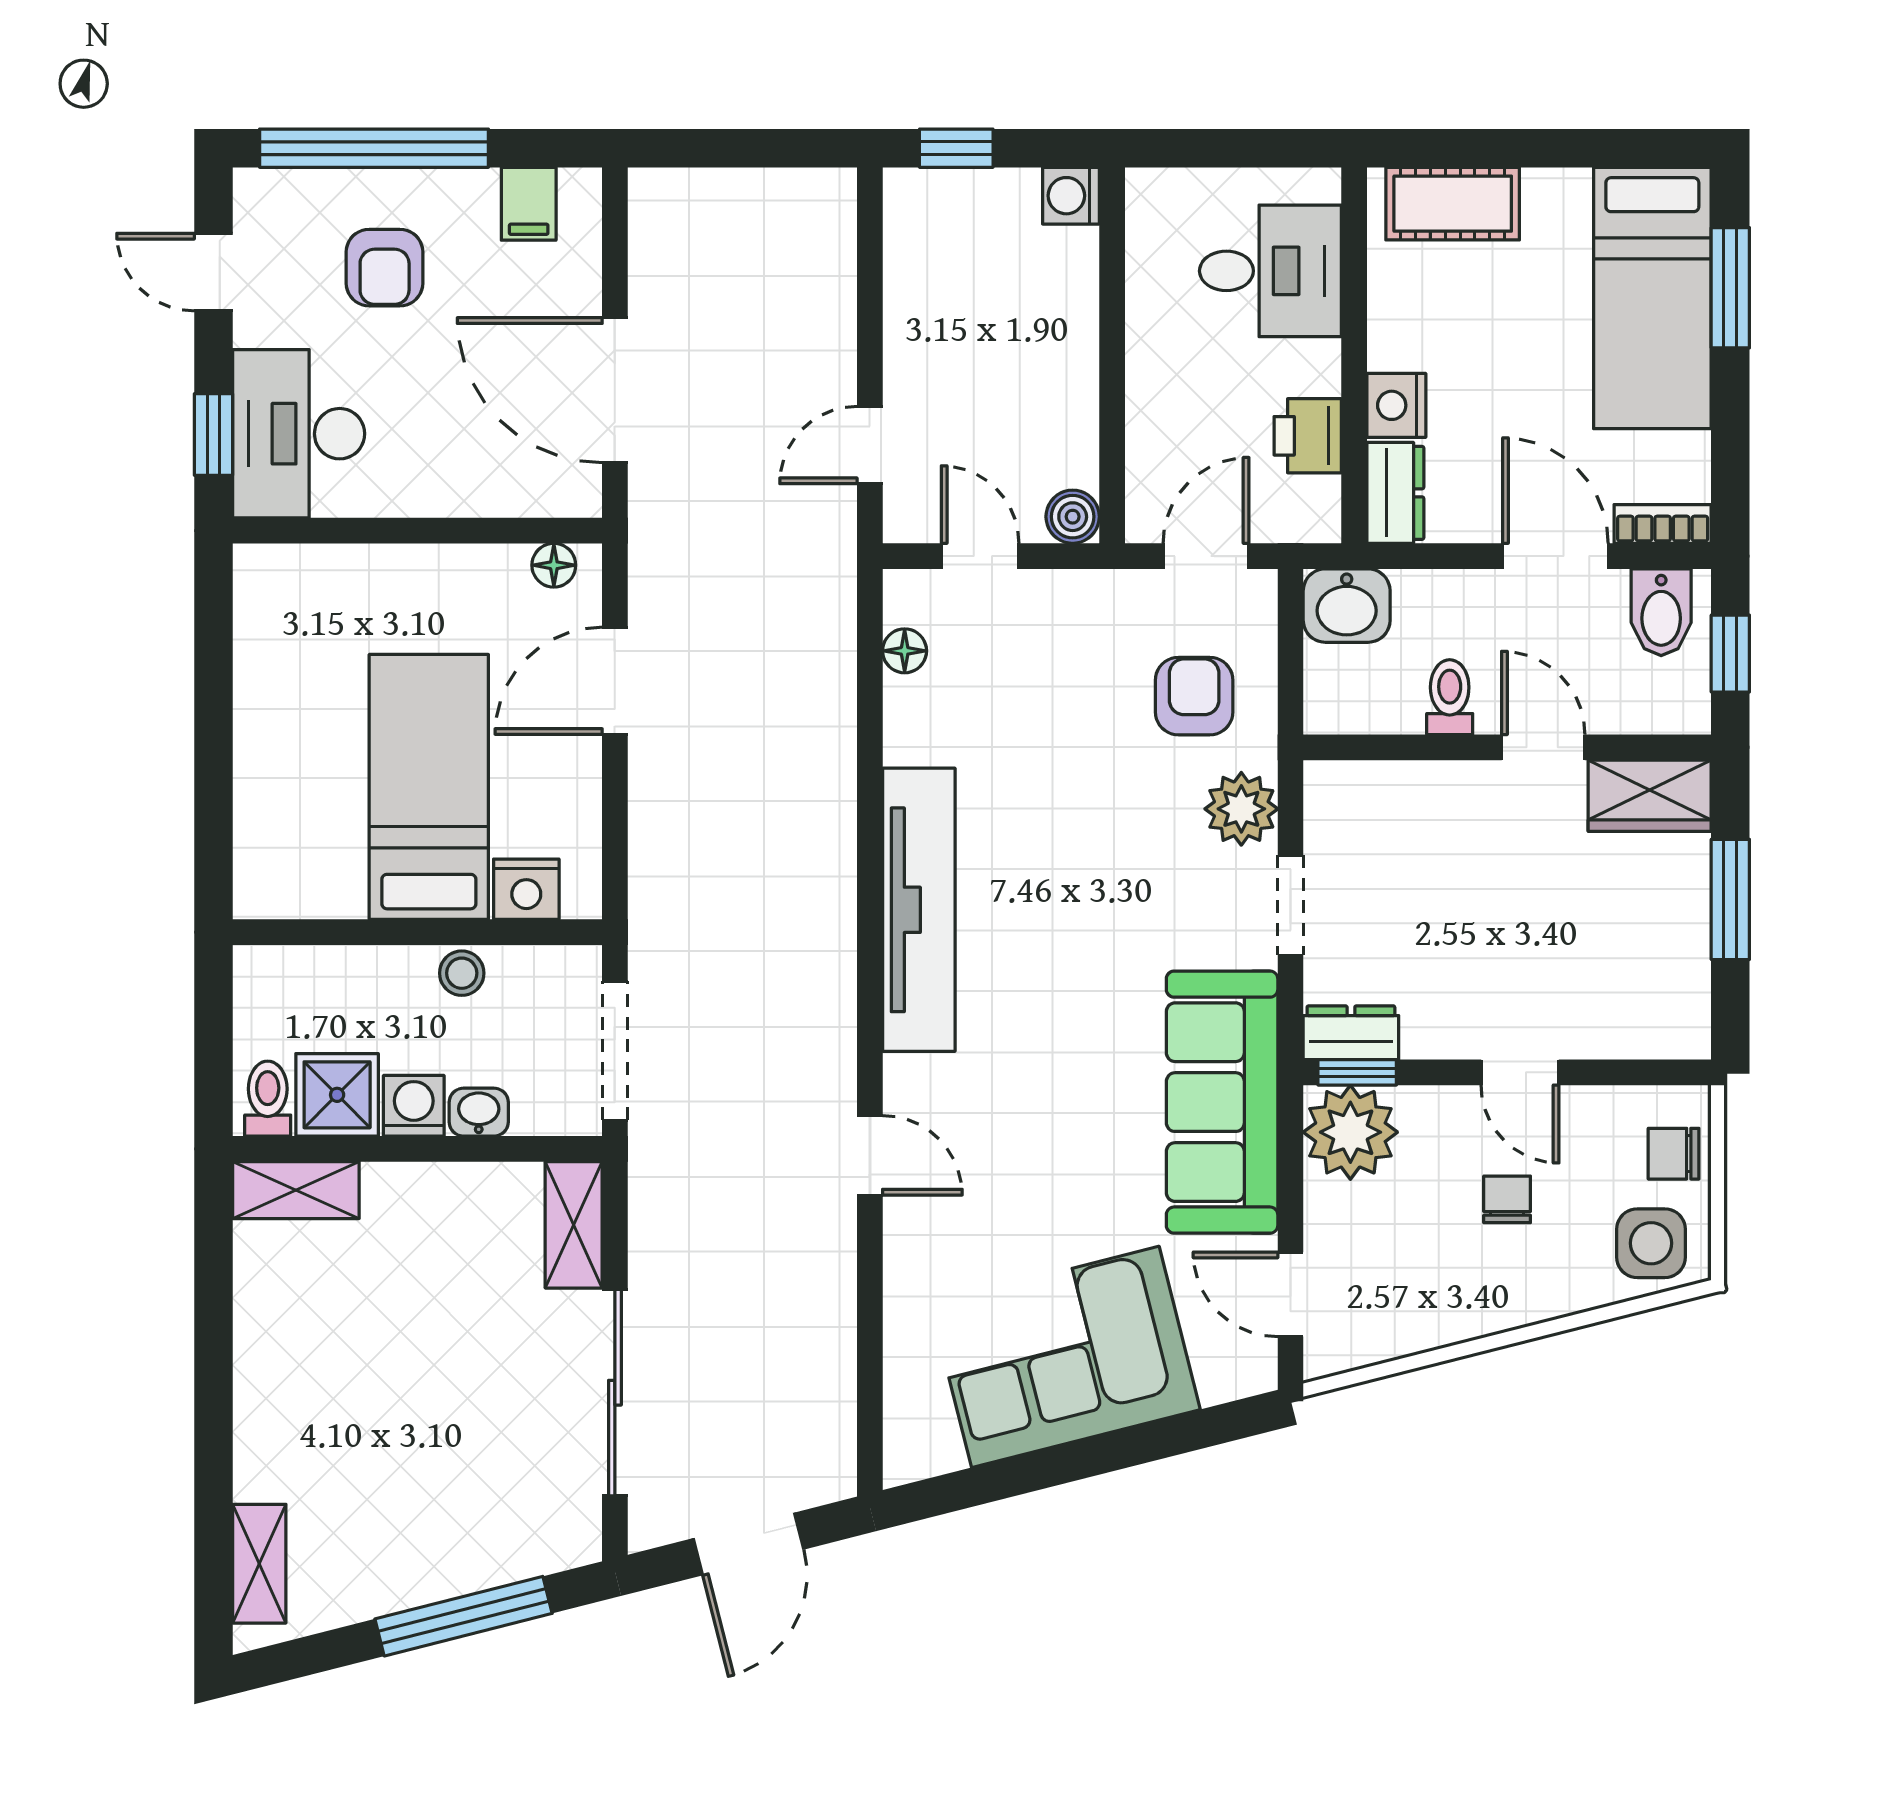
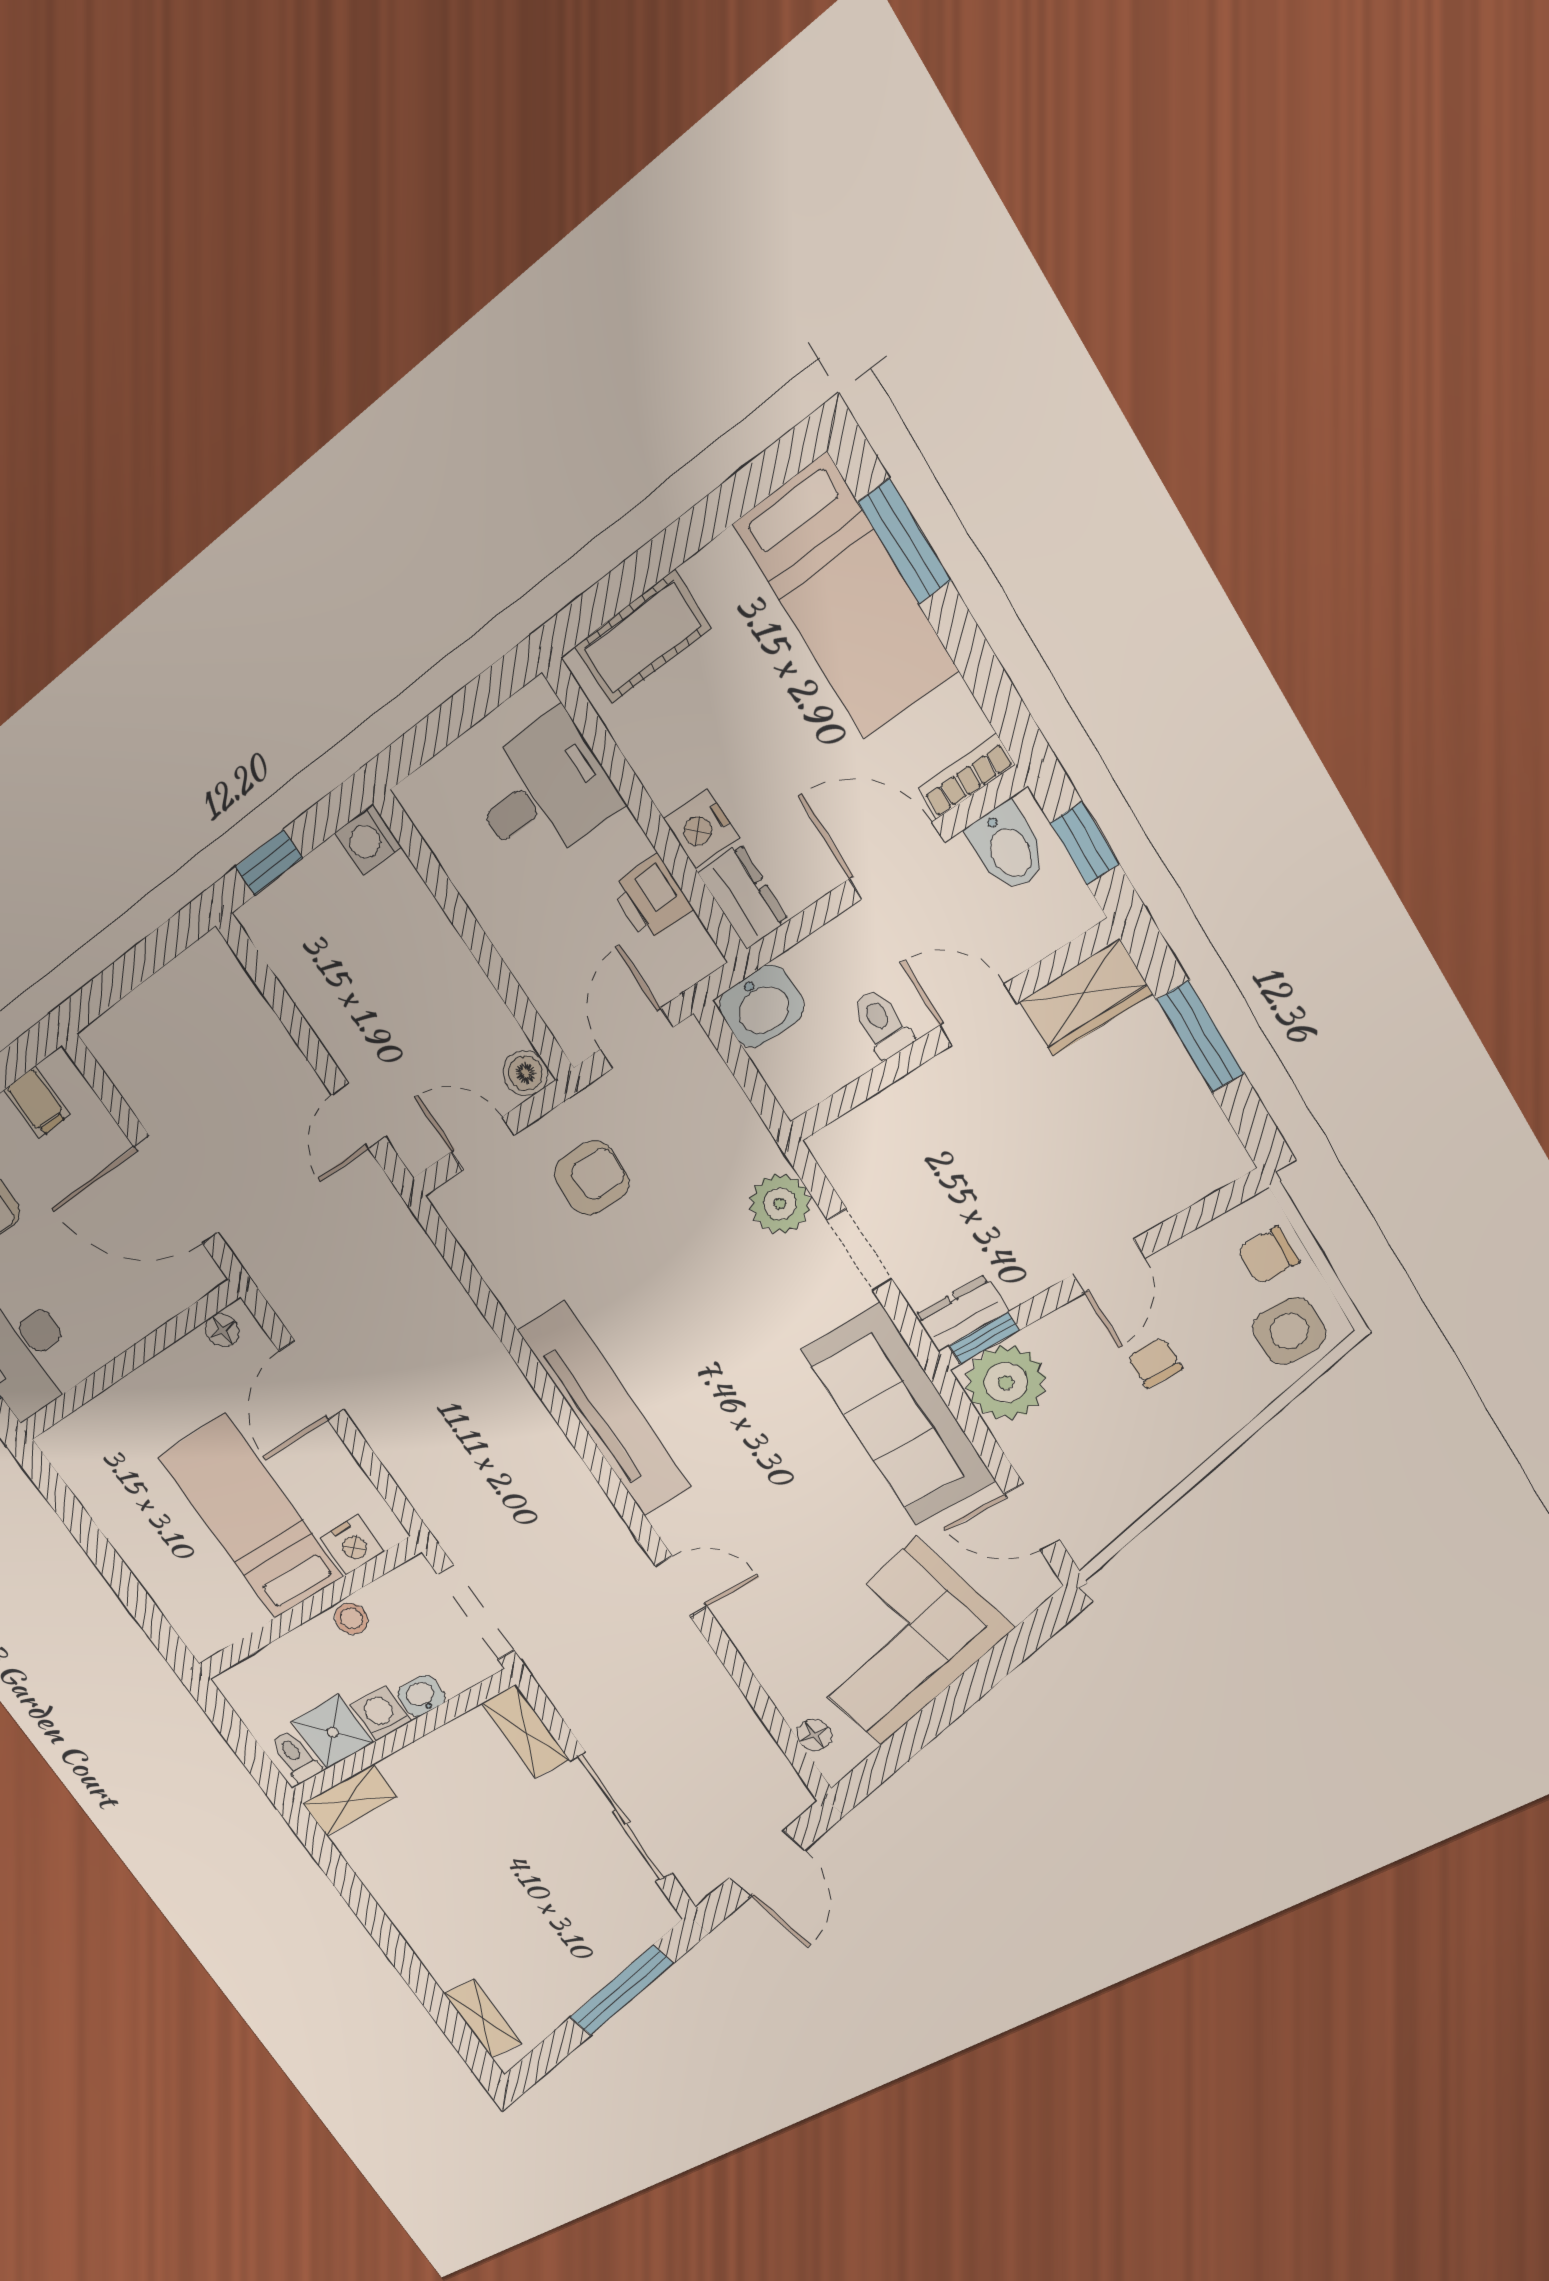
floor lamp: (905, 651) -> (814, 1735), moved
armchair: (1194, 696) -> (591, 1178), moved, turned 90
door: (1520, 1072) -> (1109, 1266), hinge flipped

